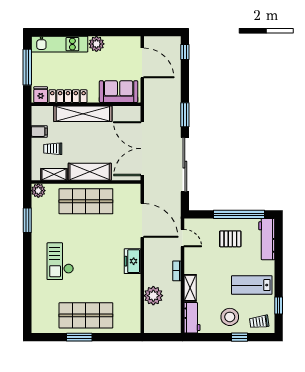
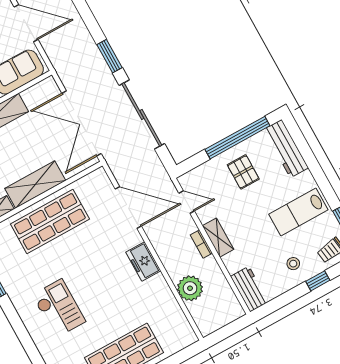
pallet: (230, 239) -> (243, 172), turned 90
checkout: (60, 261) -> (59, 308), turned 180
shelving: (190, 288) -> (218, 238), moved
stool: (230, 317) -> (293, 264), width x0.53, depth x0.53

